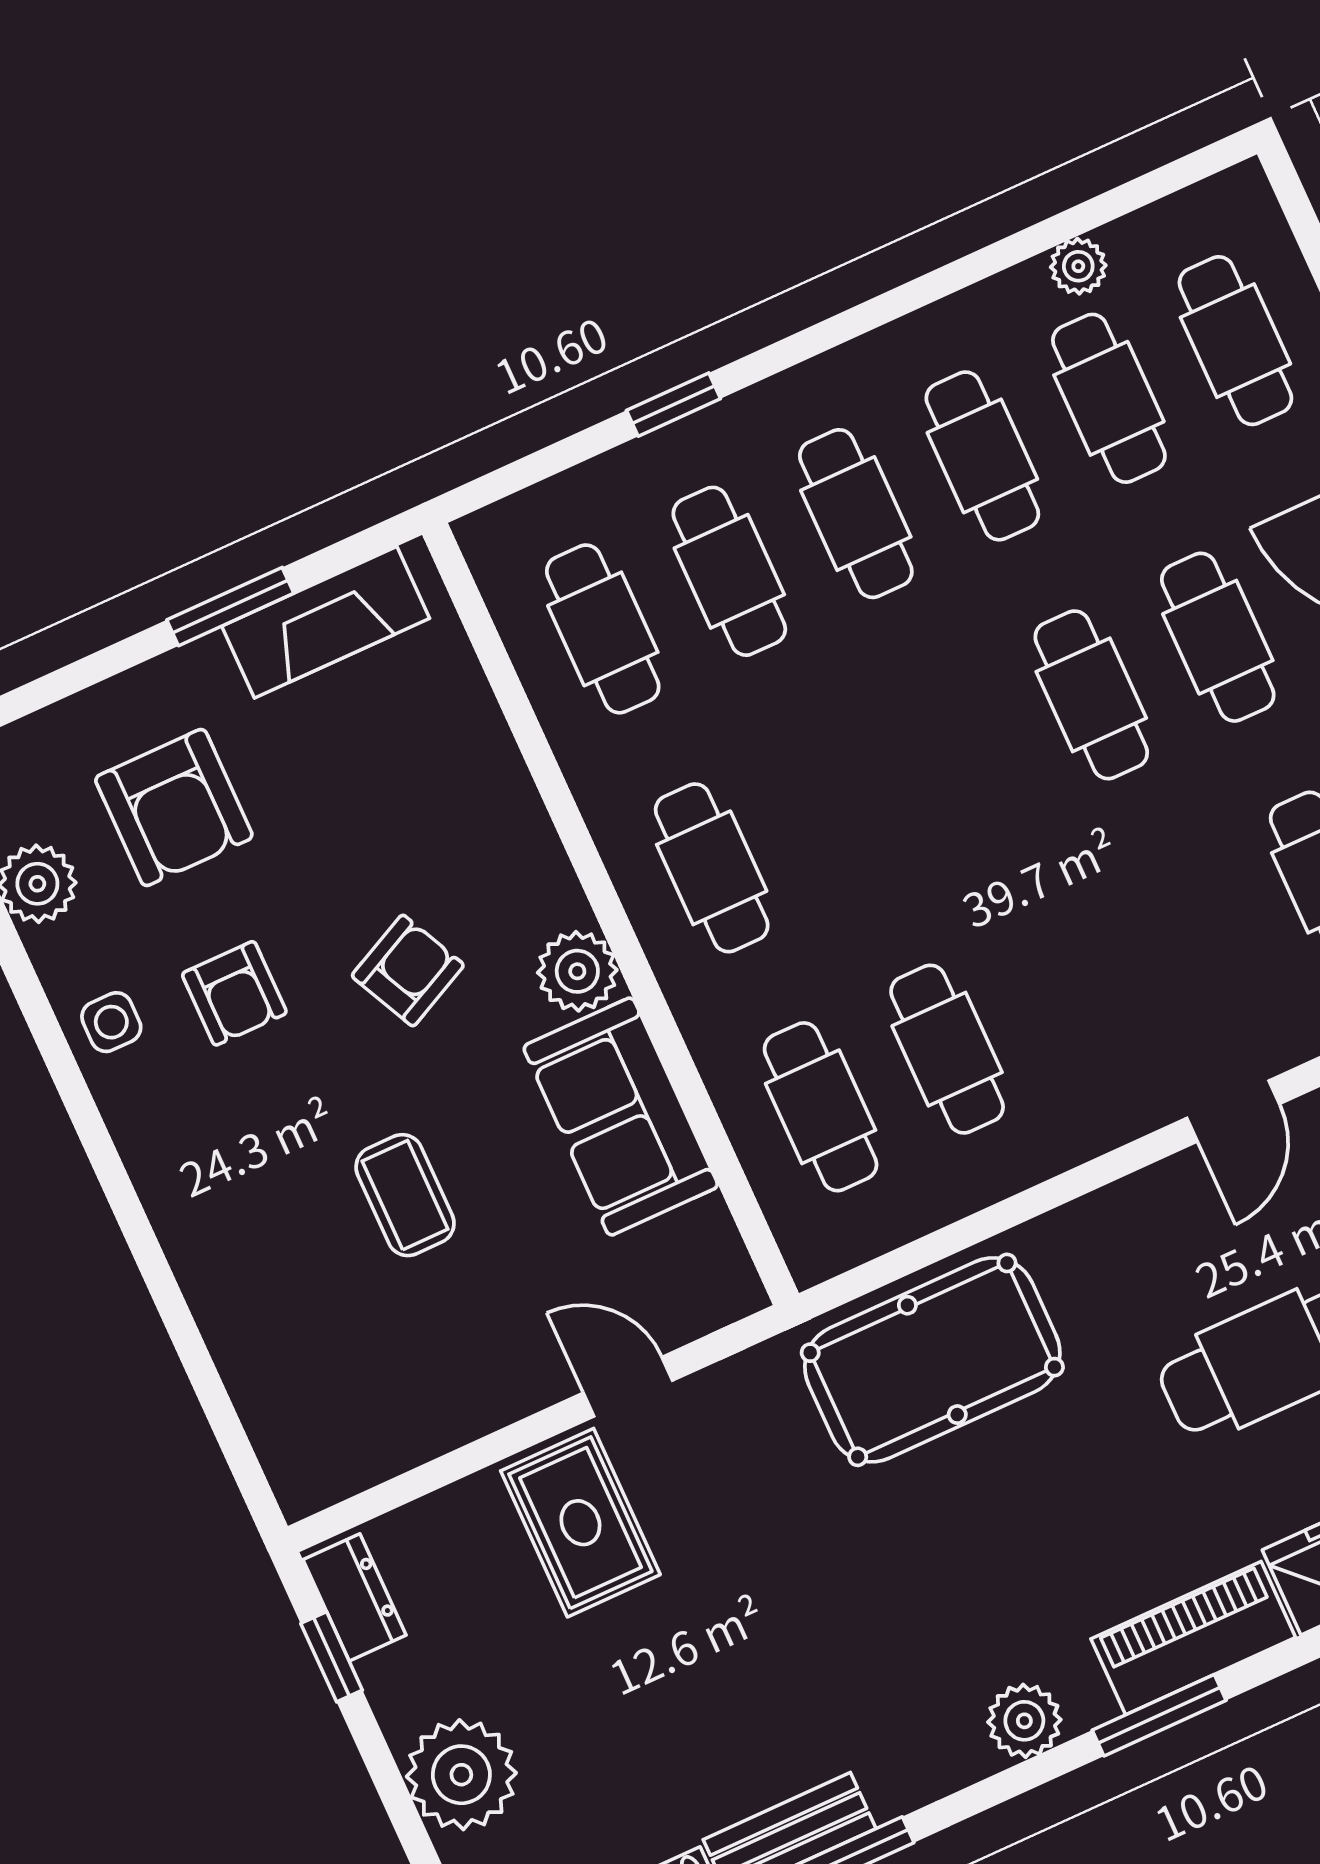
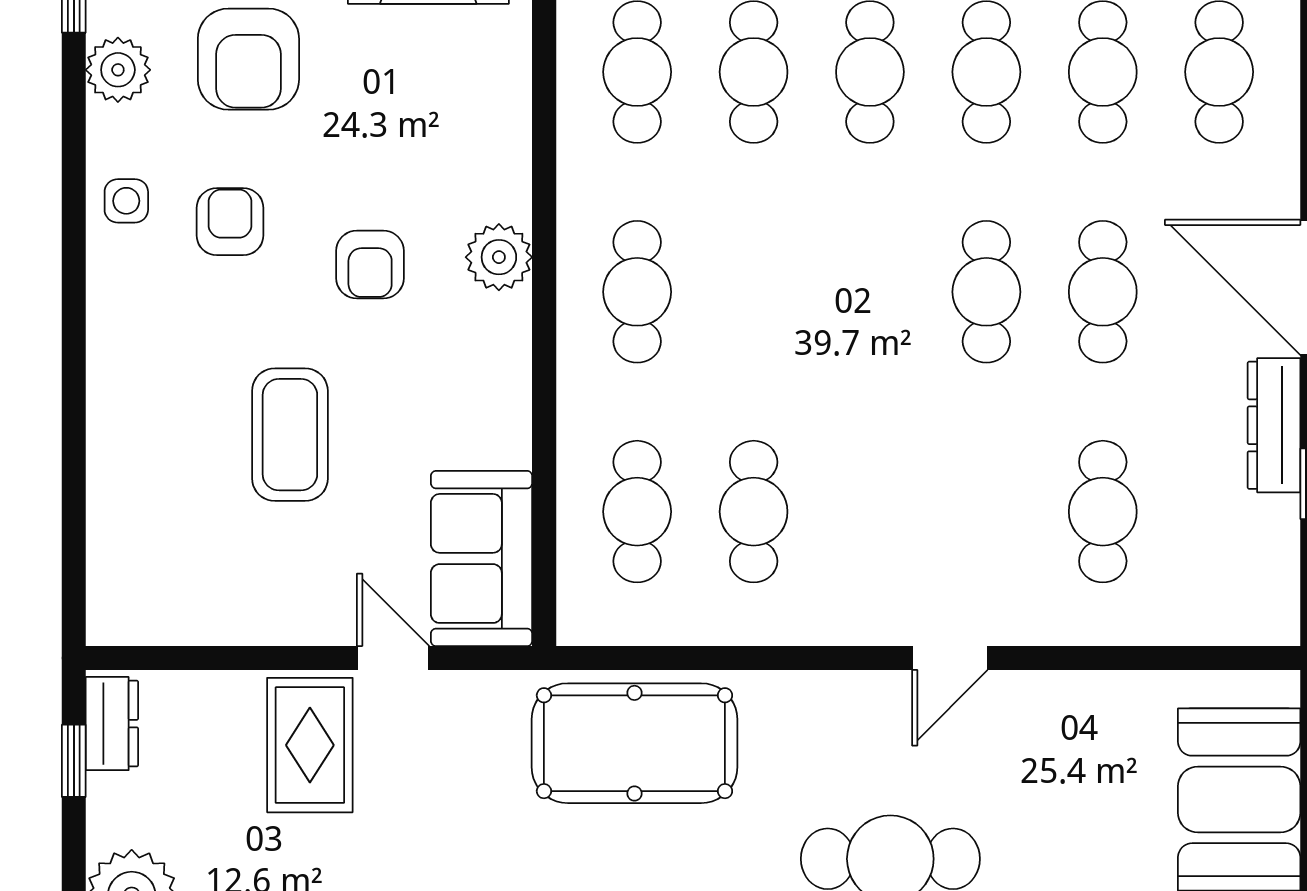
armchair: (408, 970) -> (370, 264), turned 116
plant: (577, 971) -> (499, 257), moved
armchair: (234, 993) -> (230, 222), turned 180
sofa: (621, 1116) -> (482, 558), moved
coffee table: (405, 1195) -> (290, 435), width x1.36, depth x1.30

